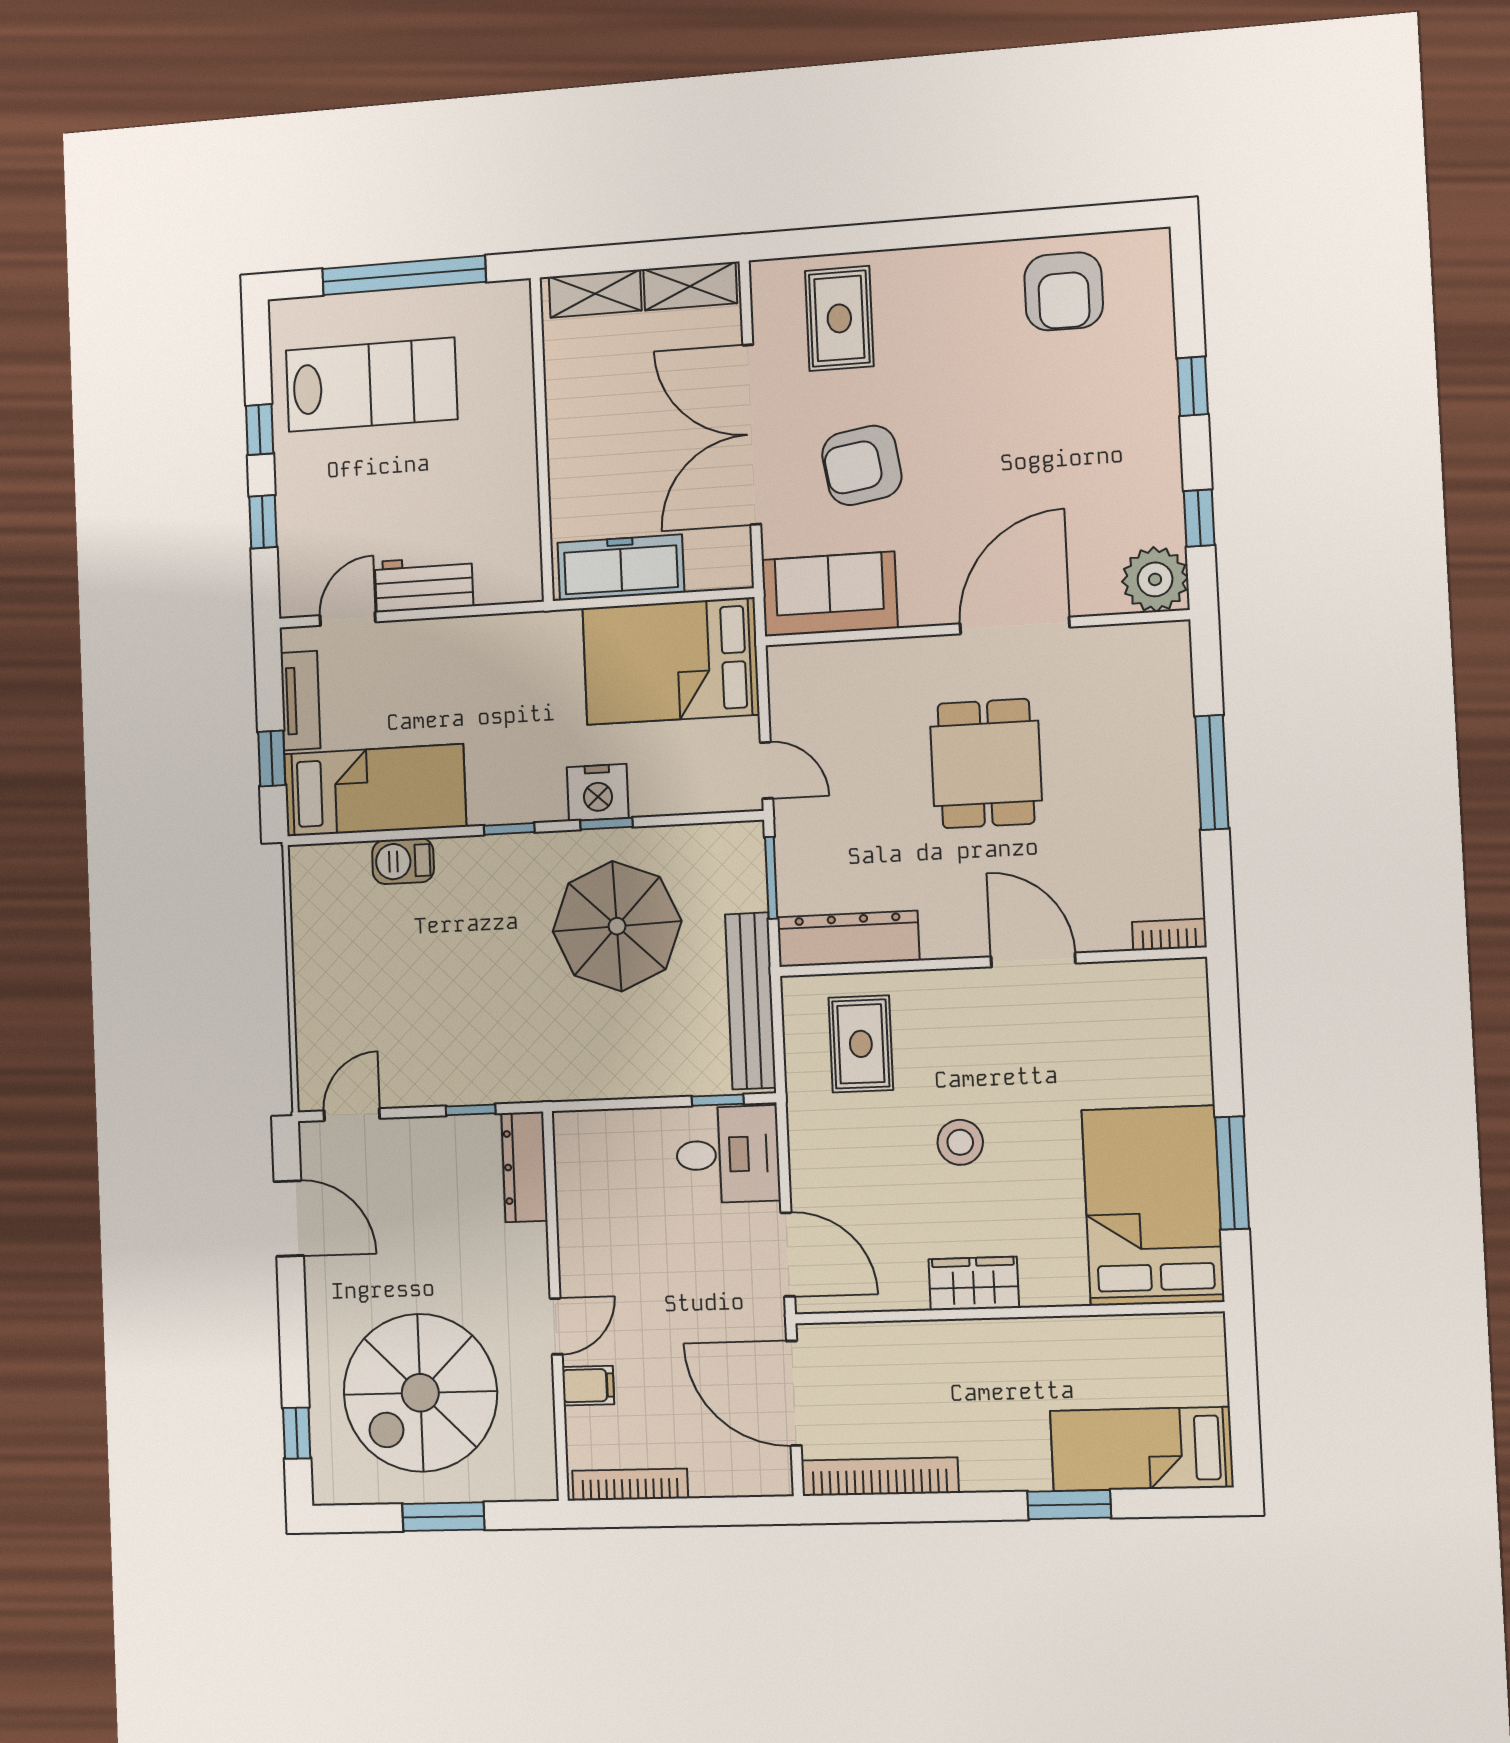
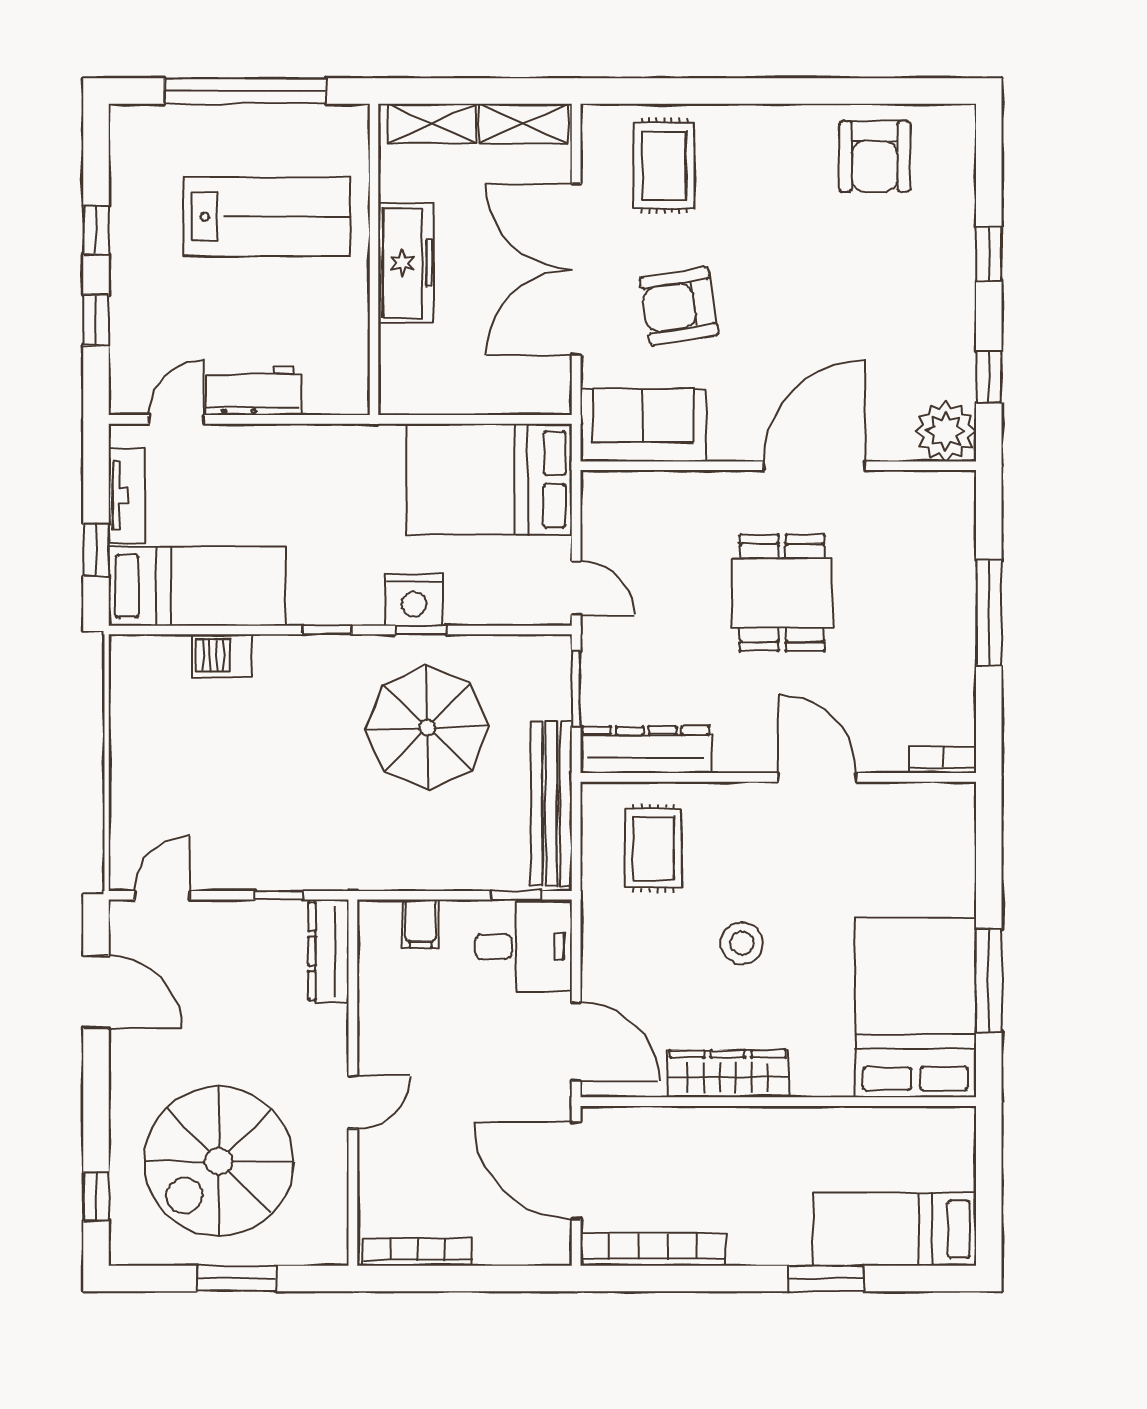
lab bench: (371, 385) -> (267, 217), moved
freezer: (621, 568) -> (406, 263), moved, turned 90
wardrobe: (974, 1283) -> (728, 1074), width x1.50
filing cabinet: (588, 1386) -> (420, 924), moved, turned 90

